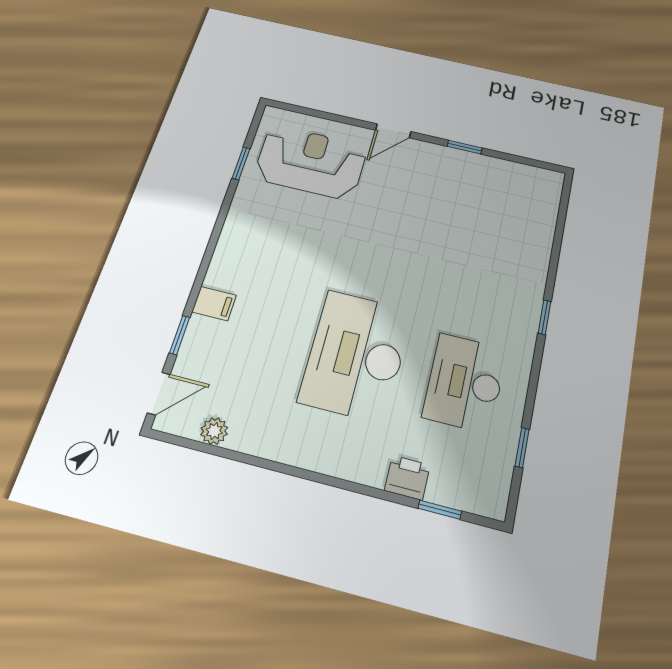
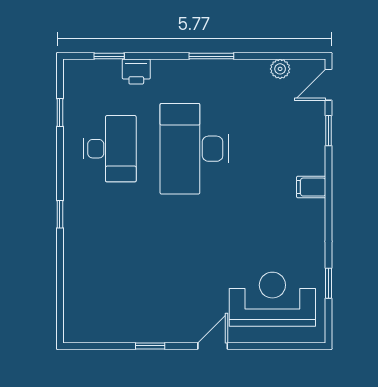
reception desk: (311, 162) -> (272, 299), turned 180
filing cabinet: (214, 304) -> (311, 187), moved
desk: (356, 355) -> (194, 149), turned 180
window: (300, 473) -> (211, 56), added

